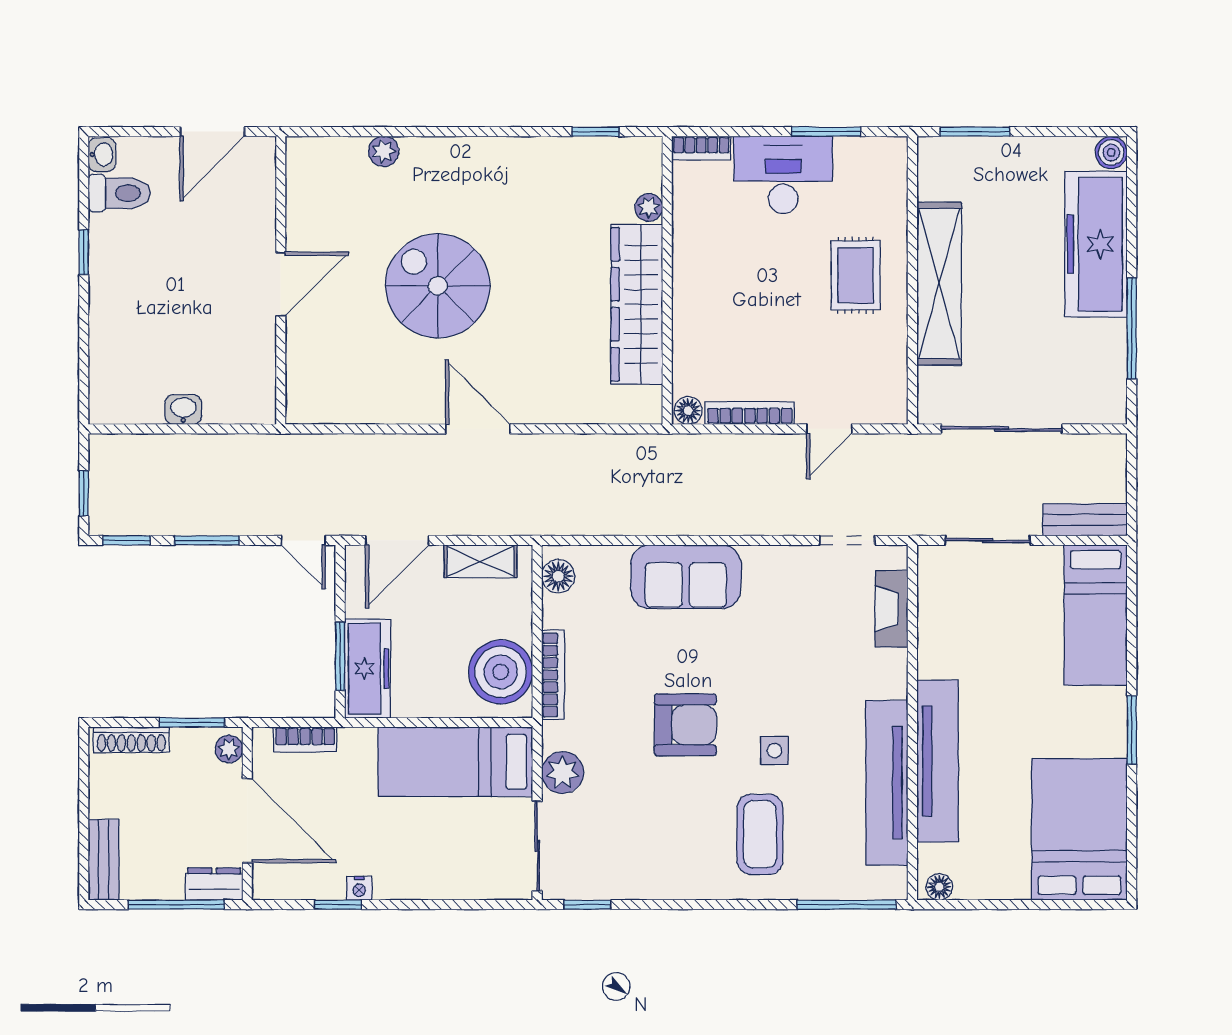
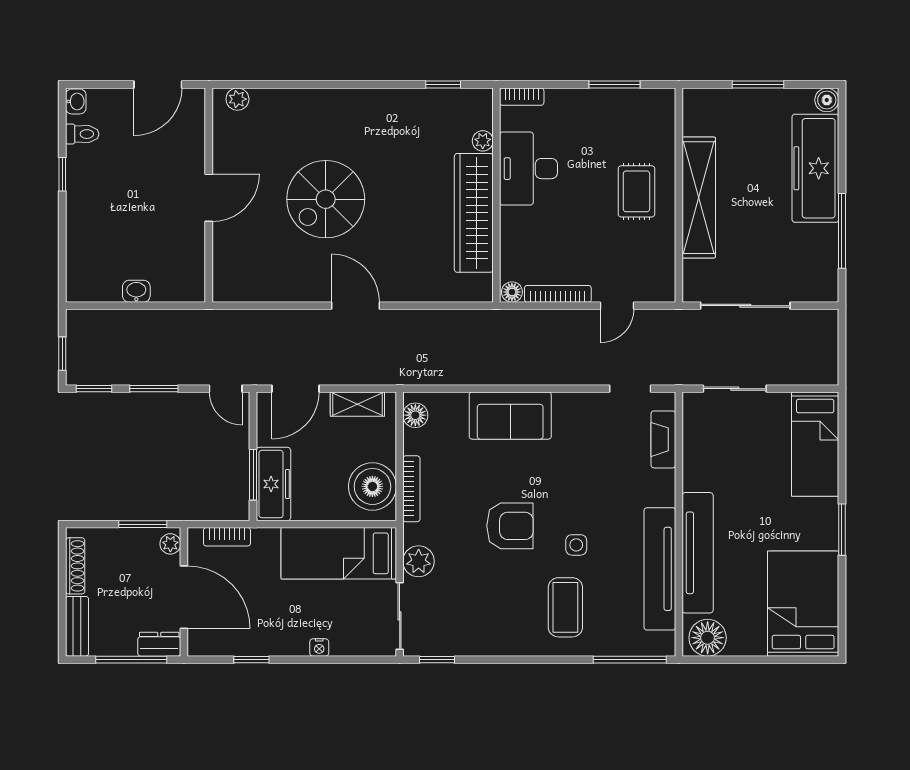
window: (975, 132) -> (758, 84), moved
plant: (384, 151) -> (237, 99), moved
desk: (783, 175) -> (528, 169), moved, turned -90
toilet: (119, 193) -> (82, 134), width x0.73, depth x0.72
spiral stairs: (438, 286) -> (326, 199), turned -90
bench: (1085, 520) -> (807, 373), removed
shoe rack: (131, 740) -> (75, 566), moved, turned -90
floor lamp: (939, 887) -> (708, 638), width x1.89, depth x1.89
nightstand: (359, 888) -> (319, 647), moved

